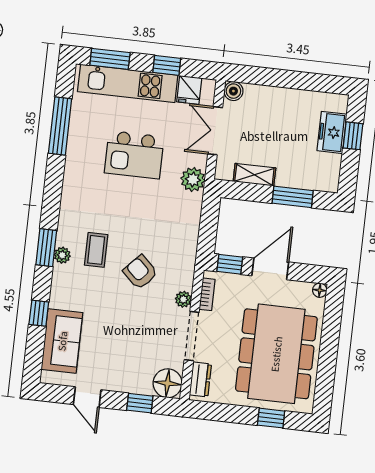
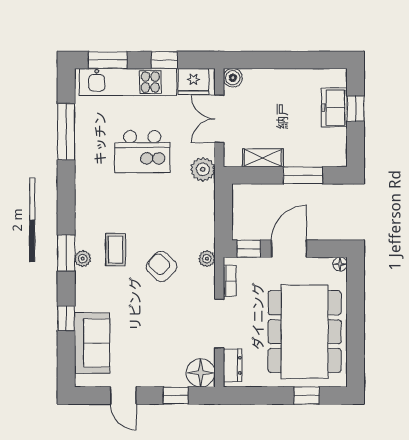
fridge: (189, 90) -> (193, 82), width x1.38
plant: (183, 299) -> (207, 259), moved

